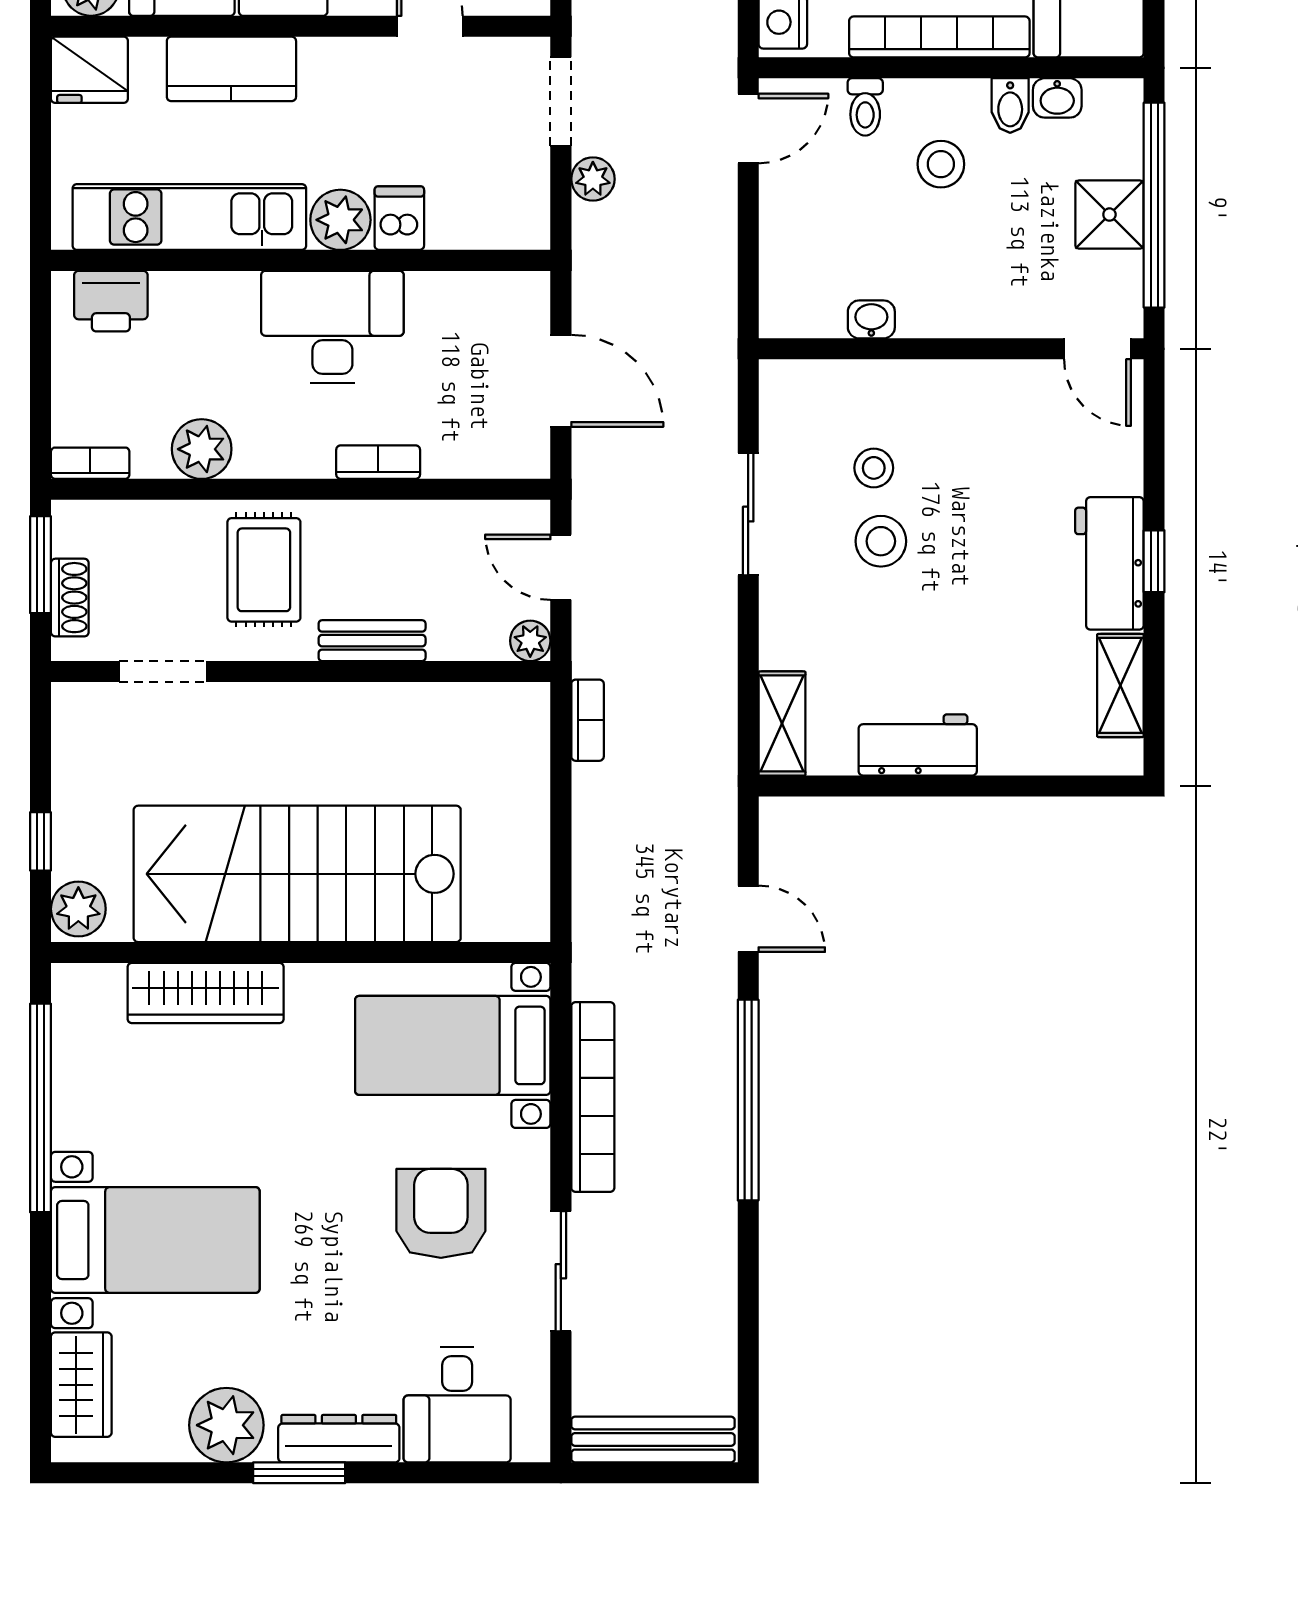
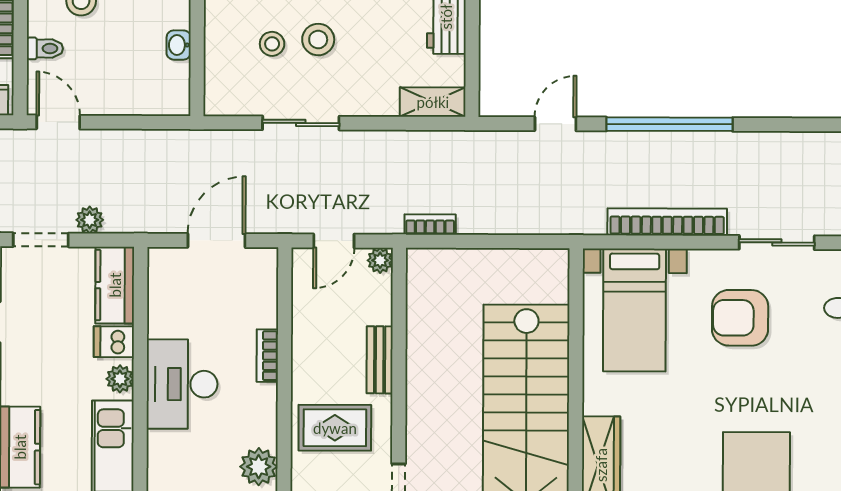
kitchen counter: (489, 219) -> (115, 285), added
plant: (340, 220) -> (120, 379), width x0.73, depth x0.73

